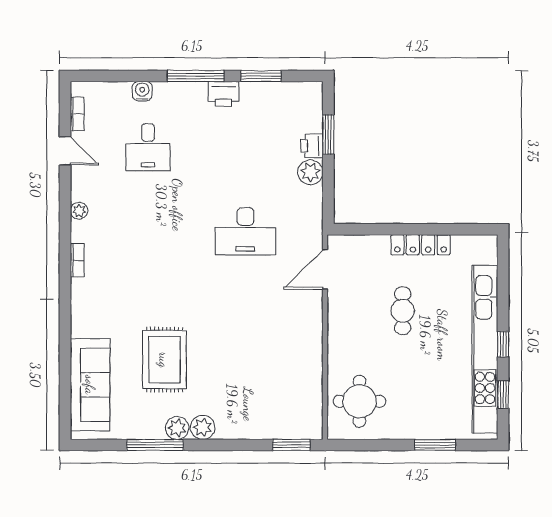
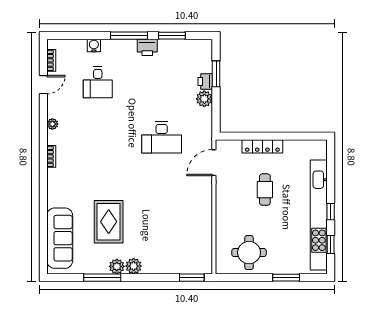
door: (65, 151) -> (43, 85), hinge flipped
locker: (420, 245) -> (262, 146), moved
round table: (360, 401) -> (249, 253), moved

